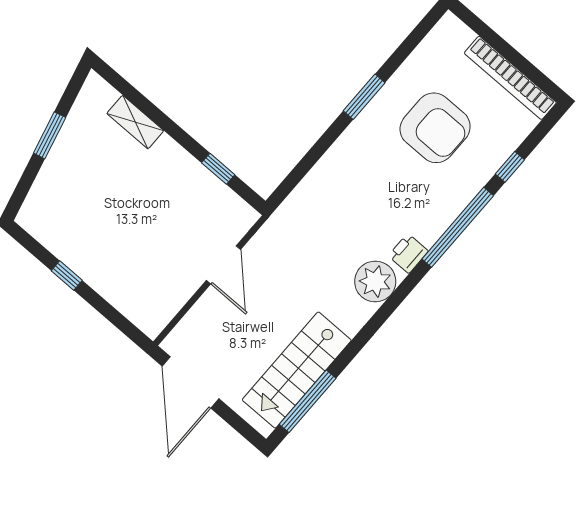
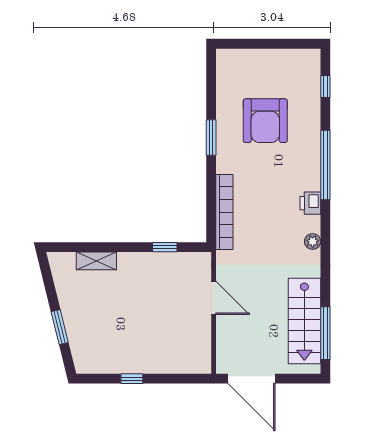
bookcase: (510, 78) -> (224, 212), moved, turned -90
armchair: (435, 128) -> (265, 121), turned 90
window: (50, 135) -> (60, 327), moved
window: (510, 167) -> (325, 86), moved
plant: (375, 281) -> (313, 241), width x0.53, depth x0.53

